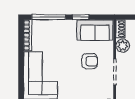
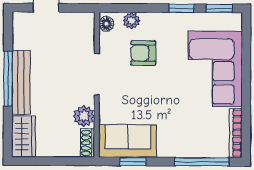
window: (81, 17) -> (133, 161), moved
armchair: (90, 61) -> (143, 53), moved

